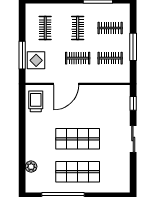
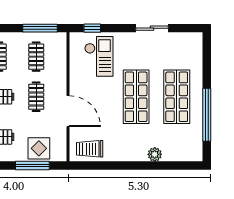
window: (133, 47) -> (40, 28), moved
checkout: (110, 109) -> (99, 56), added
sliding door: (133, 139) -> (152, 28), moved
plant: (31, 167) -> (155, 154), moved

